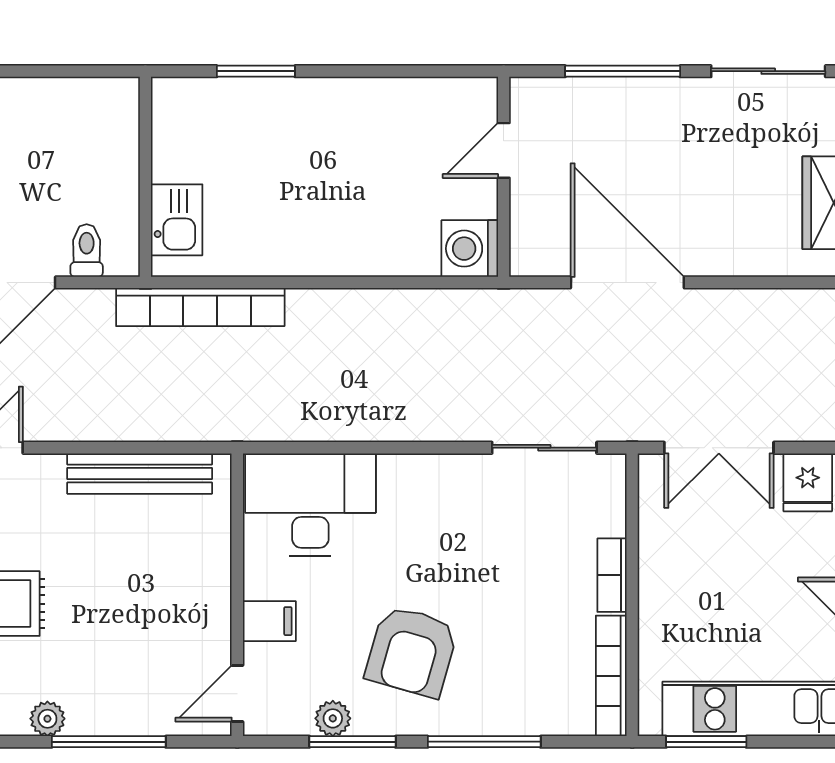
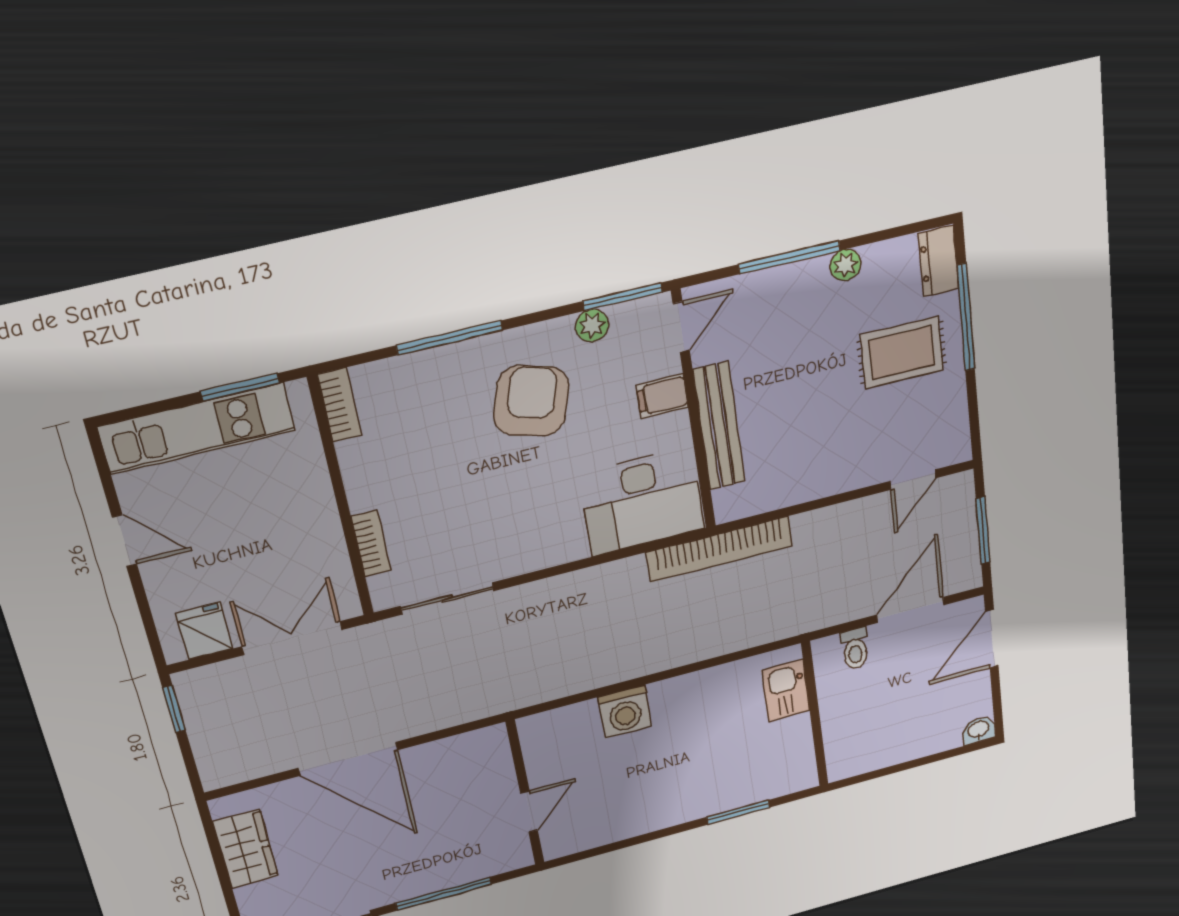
washing machine: (470, 249) -> (625, 712), moved, turned 90
door: (627, 282) -> (348, 759), moved
bookcase: (200, 307) -> (719, 549), moved, turned 180
bench: (140, 474) -> (719, 426), moved, turned 90
bookcase: (612, 575) -> (371, 543), moved
bookcase: (611, 676) -> (340, 405), width x0.64
window: (353, 742) -> (623, 297), moved

